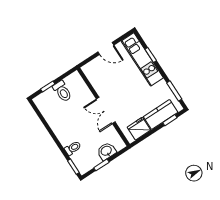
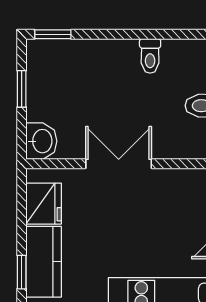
toilet: (73, 148) -> (150, 56), moved
washbasin: (106, 151) -> (41, 141), moved

